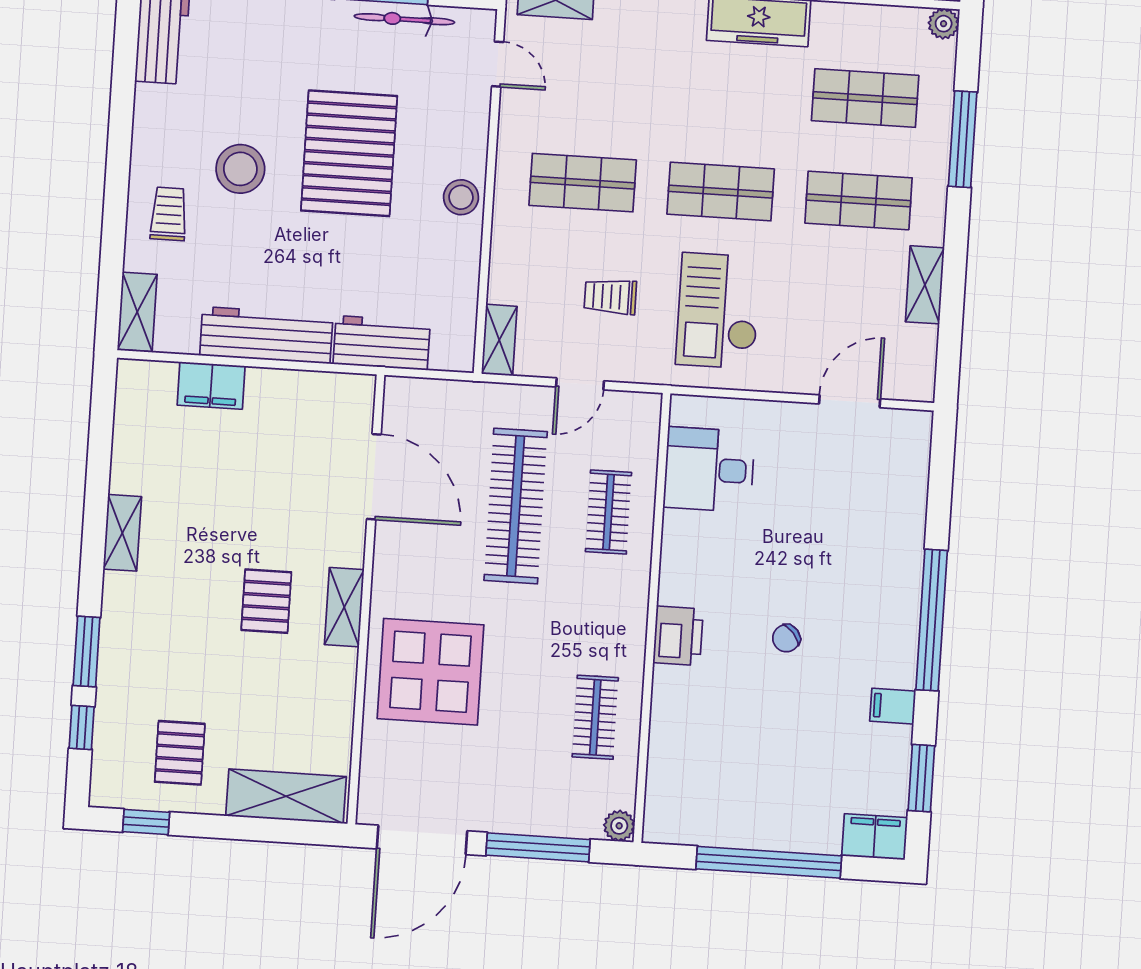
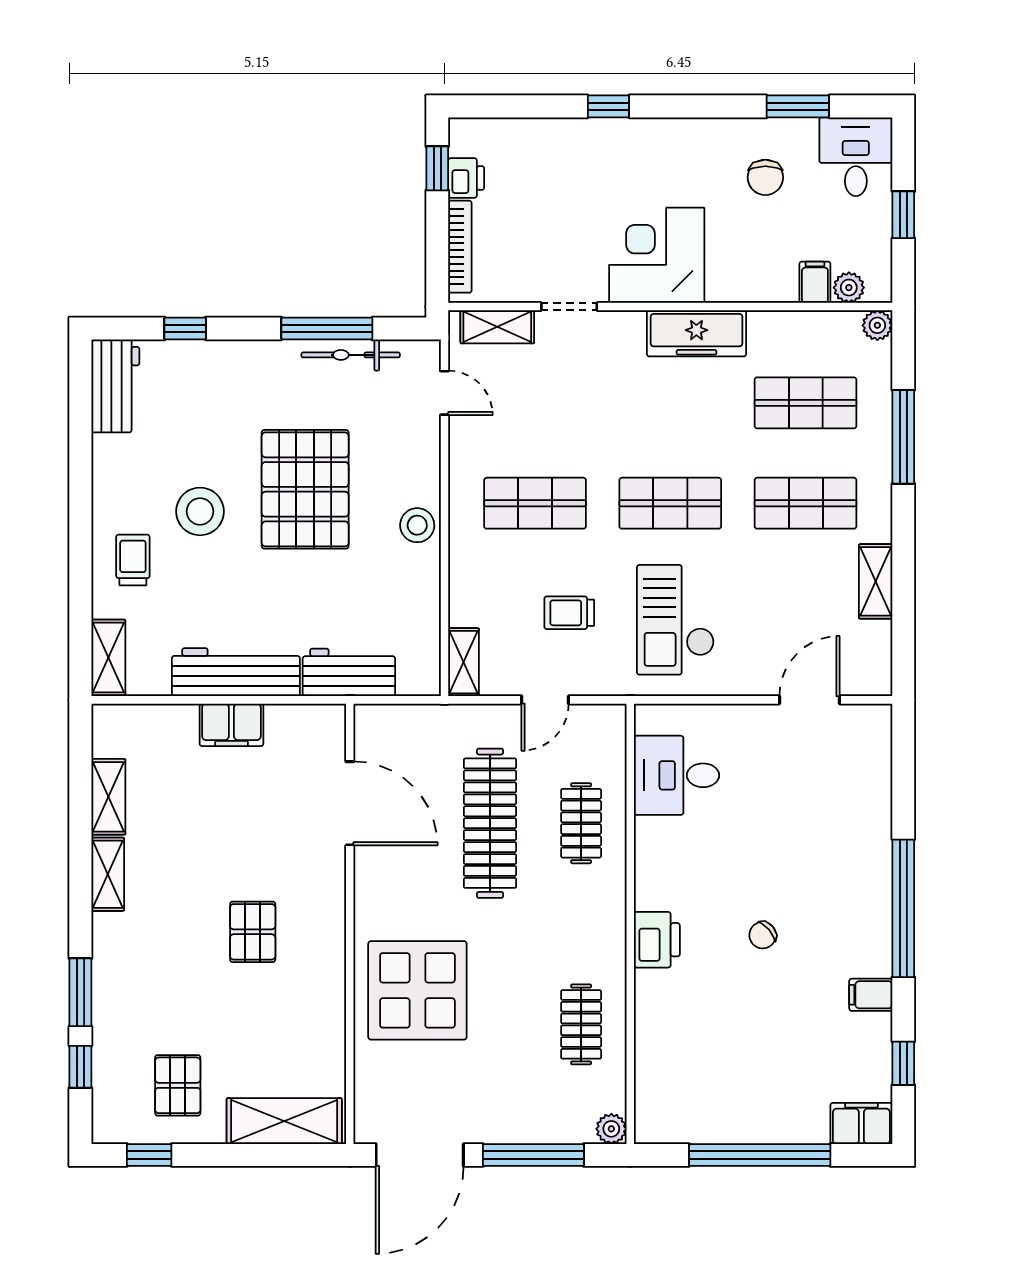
filing cabinet: (211, 386) -> (231, 725), moved
shelving: (344, 607) -> (108, 797), moved
window: (921, 778) -> (903, 1063), width x0.67

